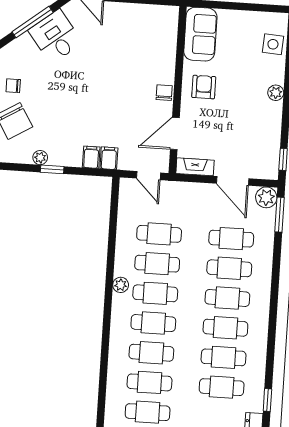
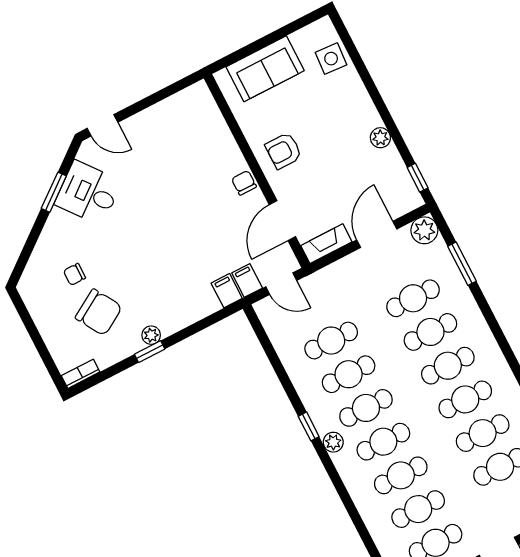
window: (33, 22) -> (54, 192), width x0.69
sofa: (200, 34) -> (265, 69), moved, turned 90
armchair: (204, 87) -> (284, 151), turned -90
plant: (276, 93) -> (380, 138), moved
filing cabinet: (91, 157) -> (247, 281), moved
window: (52, 169) -> (150, 352), moved
door: (233, 181) -> (377, 234), swing flipped
window: (279, 215) -> (462, 264), moved
window: (109, 283) -> (309, 426), added
plant: (121, 285) -> (333, 442), moved

